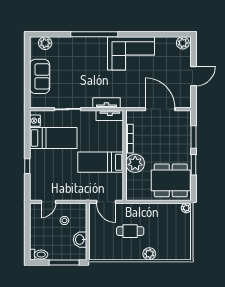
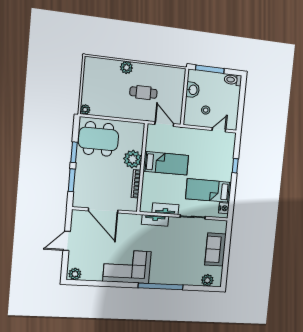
tv unit: (110, 116) -> (165, 209), moved

